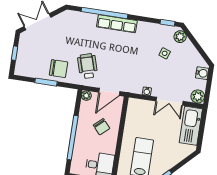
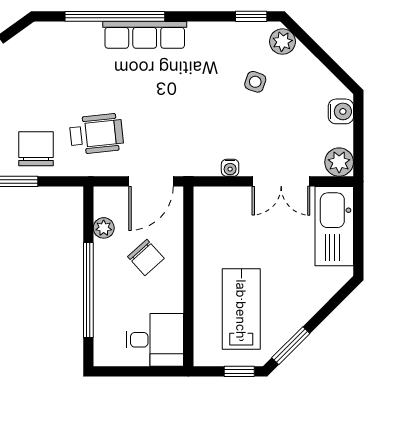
wheelchair: (88, 66) -> (97, 134), turned 101
chair: (58, 69) -> (36, 149), turned -90
plant: (86, 96) -> (104, 228), moved

